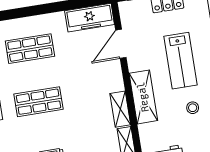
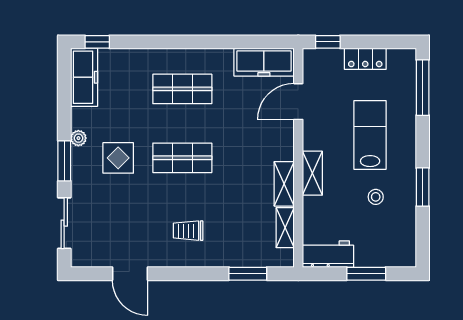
lab bench: (181, 61) -> (370, 135), turned 180
shelving: (143, 97) -> (312, 173), width x0.67, depth x0.75

